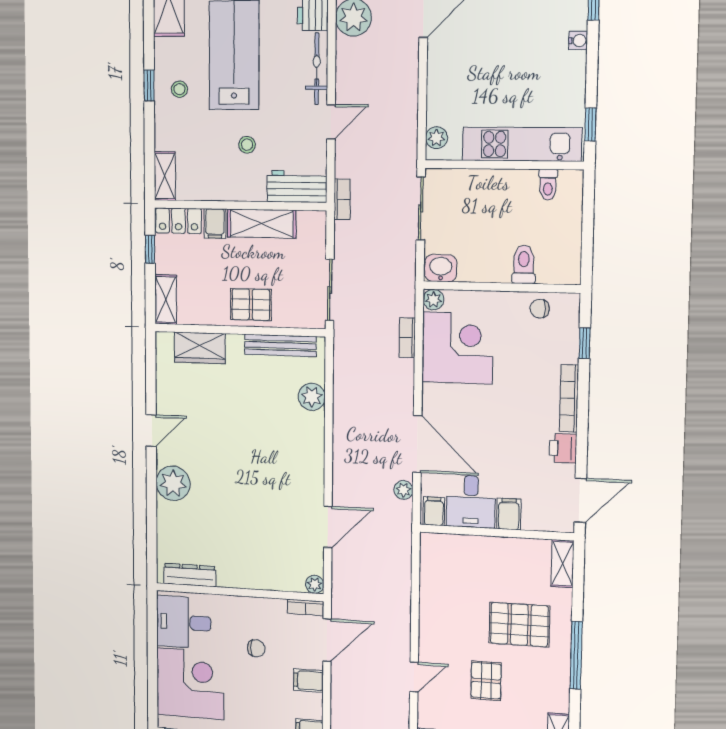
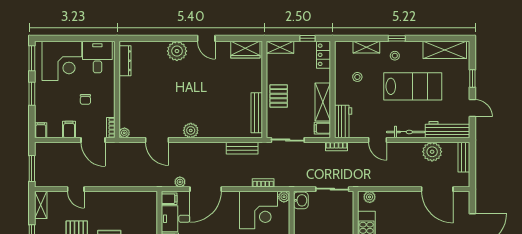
stool: (247, 145) -> (357, 77), moved
shelving: (165, 176) -> (366, 47), moved
filing cabinet: (215, 224) -> (322, 128), moved
wardrobe: (200, 348) -> (245, 50), moved, turned -90
bench: (344, 374) -> (242, 148), added
plant: (312, 397) -> (191, 130), moved

